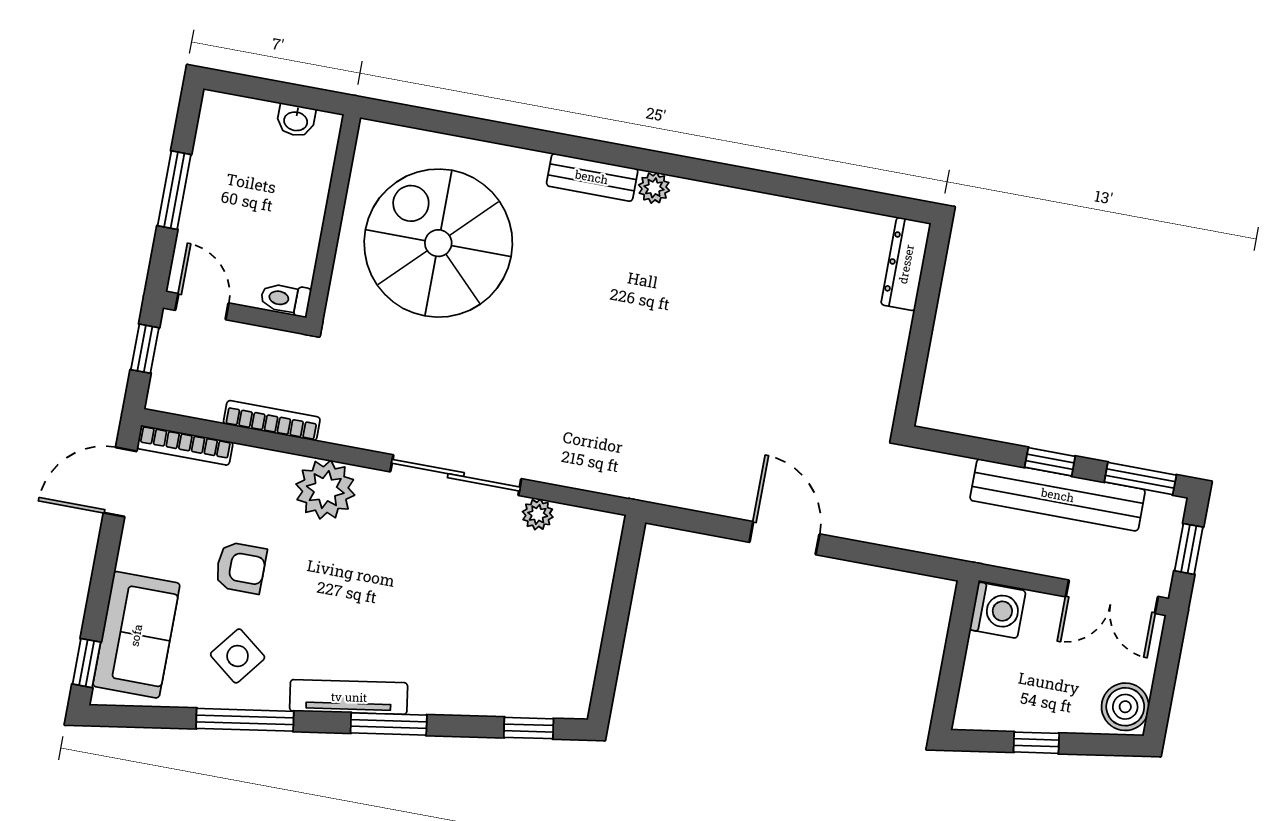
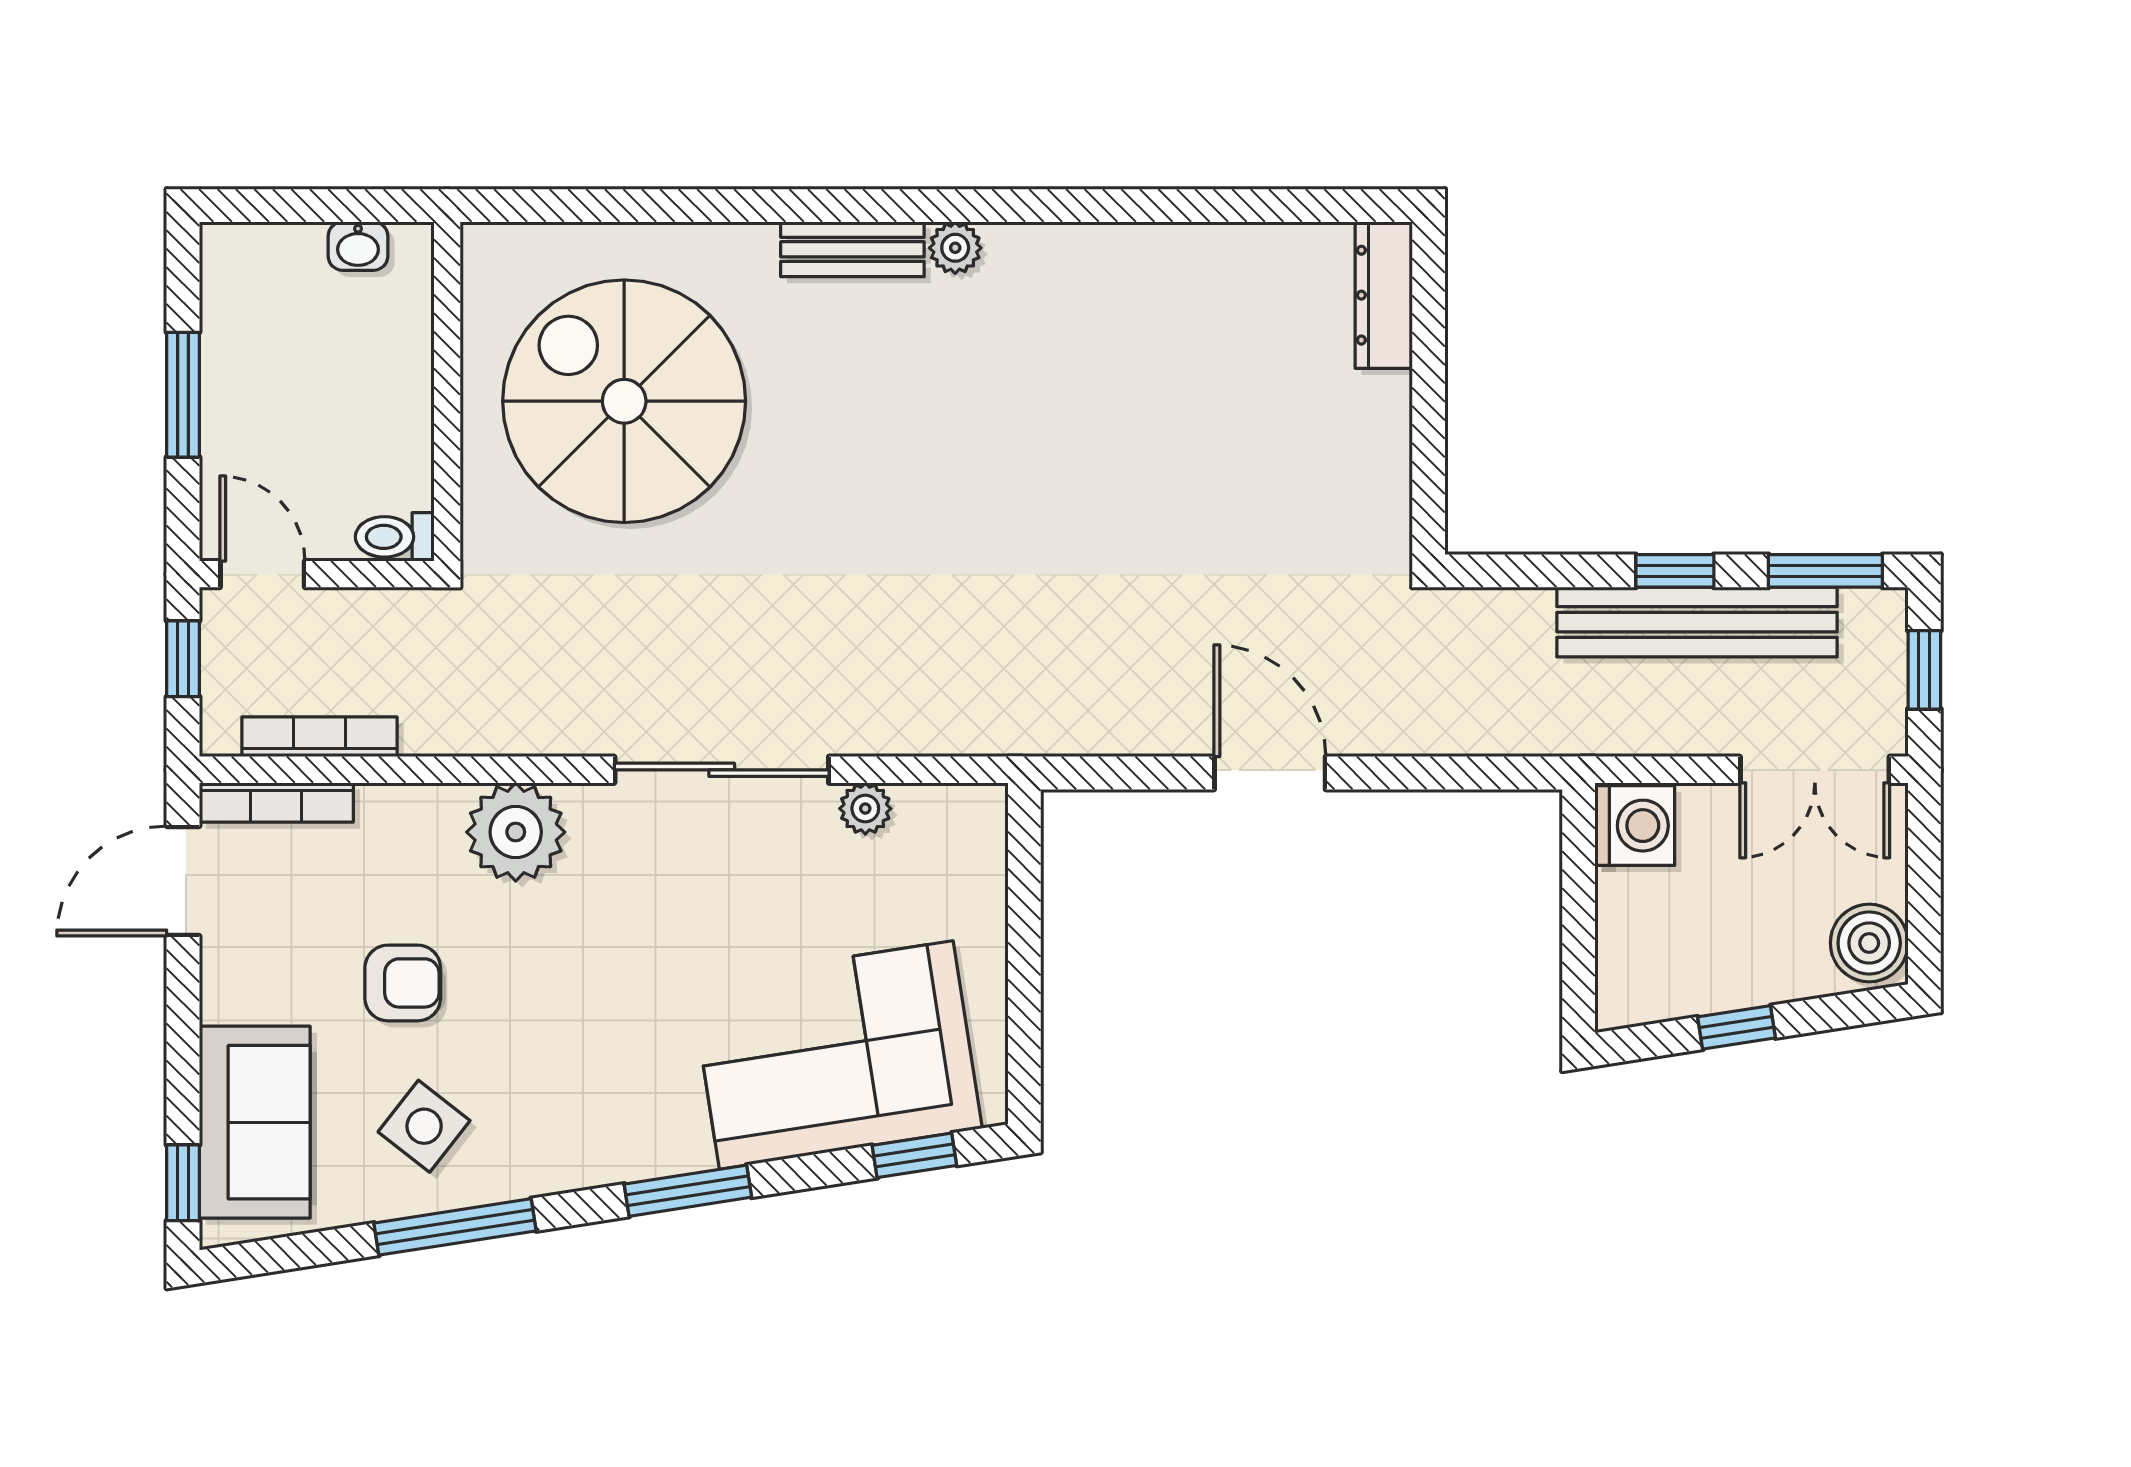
bookcase: (272, 421) -> (319, 737), moved
corner sofa: (493, 659) -> (836, 1055), added
tv unit: (349, 697) -> (615, 1159), removed

